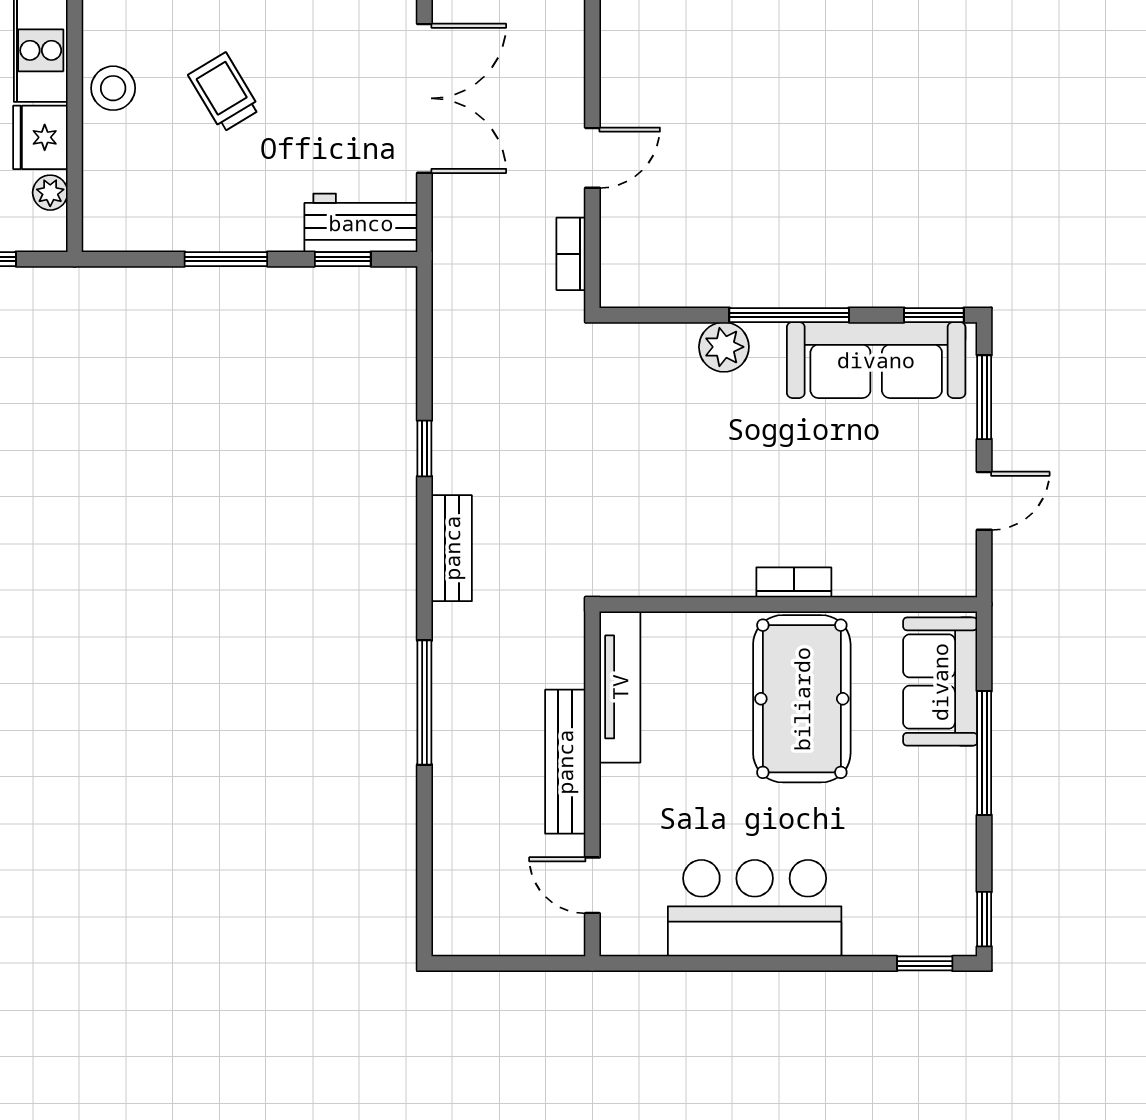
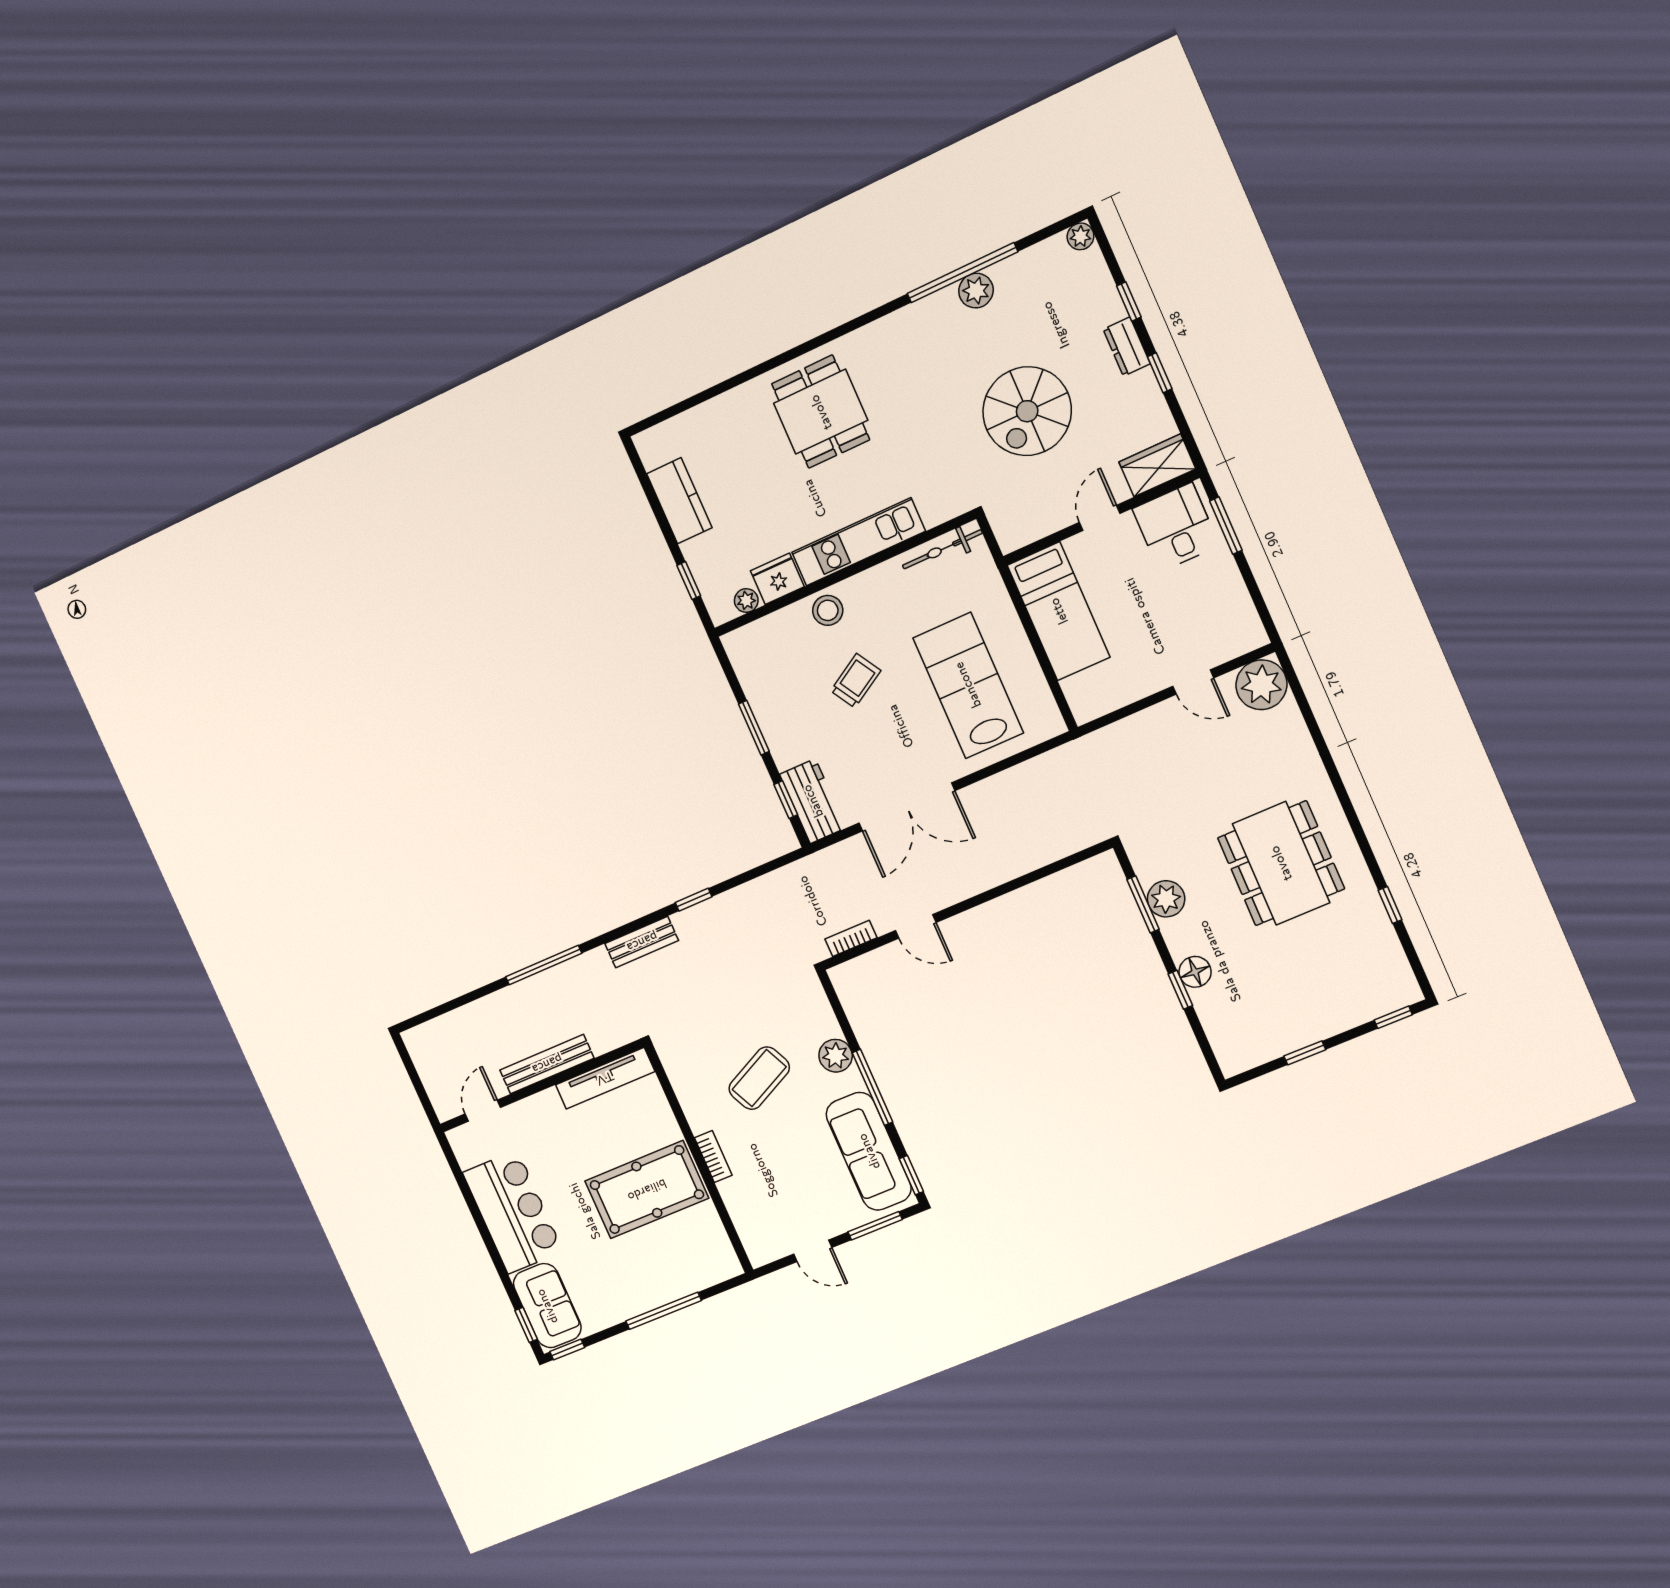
coffee table: (711, 468) -> (759, 1078), added
sofa: (940, 682) -> (547, 1306), moved, turned 90

